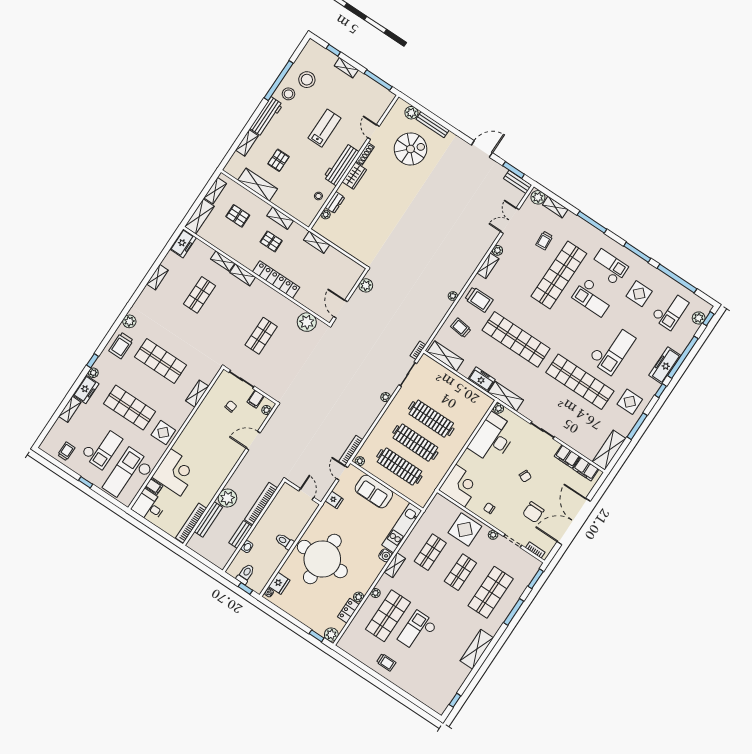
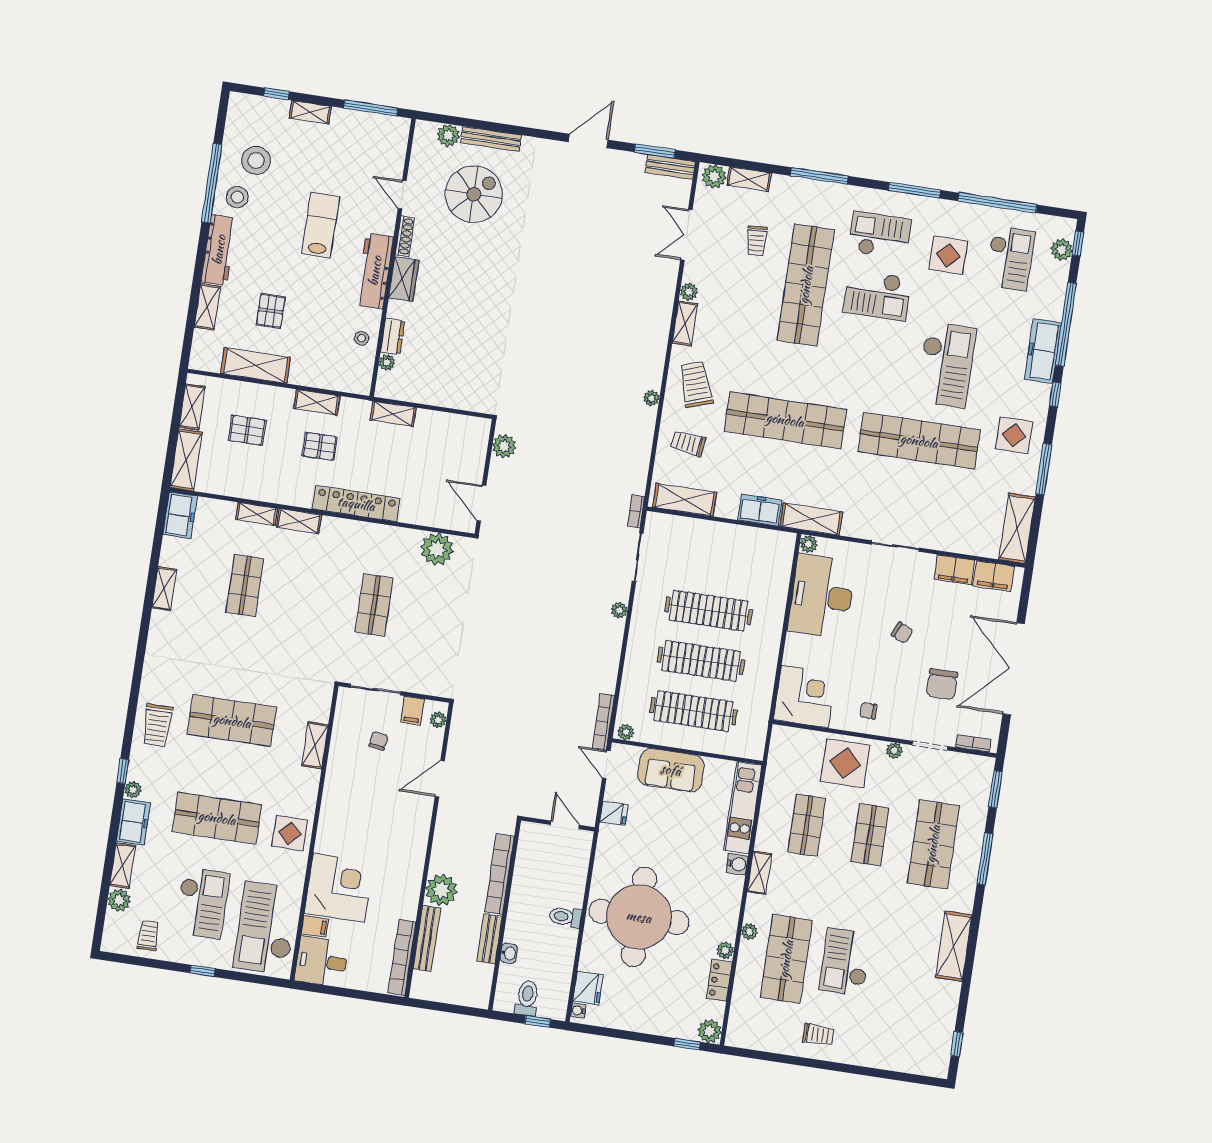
trolley: (479, 299) -> (696, 384), turned -109
plant: (129, 321) -> (119, 900), moved

